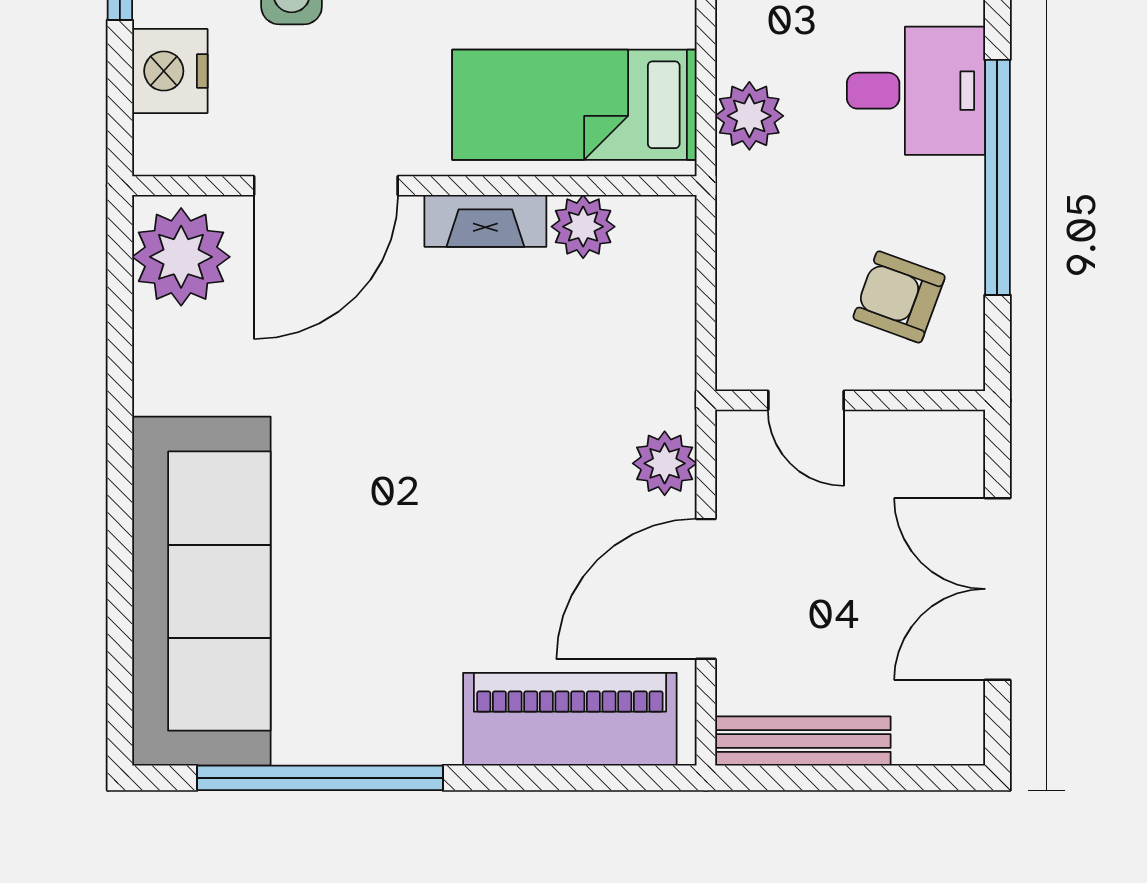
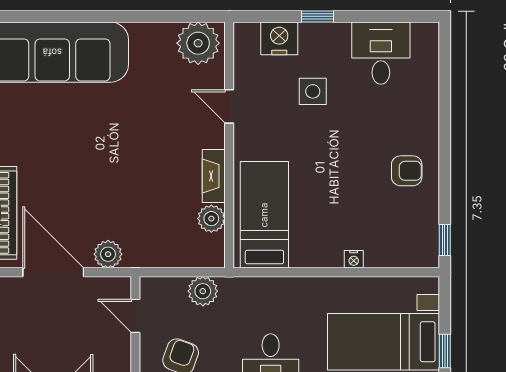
plant: (749, 116) -> (203, 291), moved
door: (326, 186) -> (229, 106), width x0.53
door: (806, 400) -> (135, 316), hinge flipped

